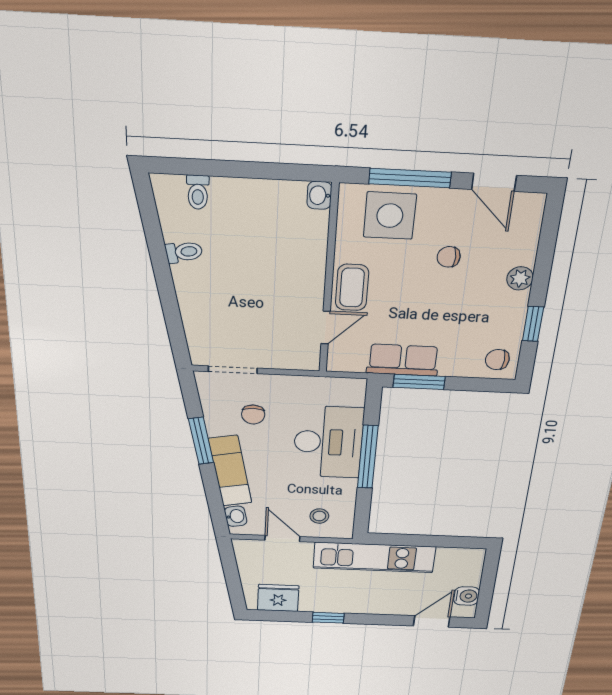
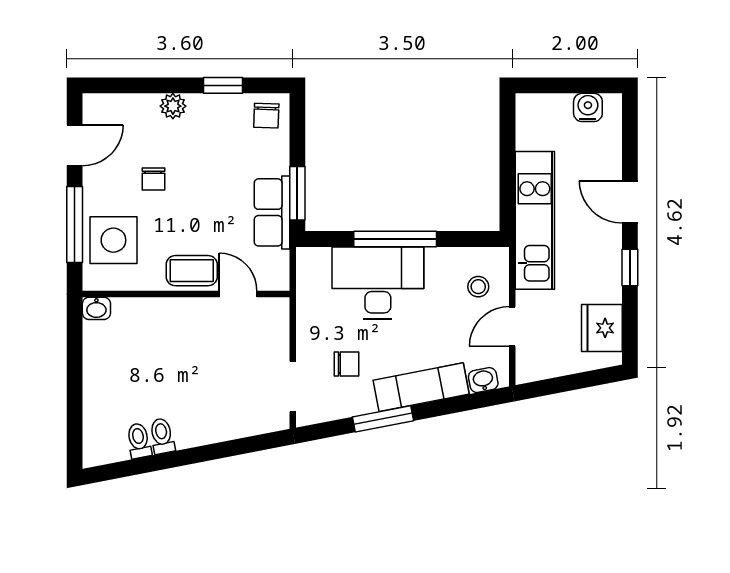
toilet: (198, 192) -> (139, 441), moved, turned -101
door: (432, 621) -> (630, 202), moved

